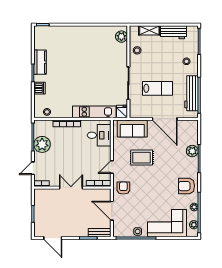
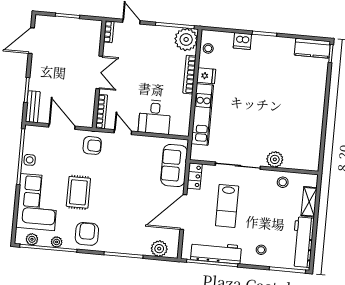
workbench: (174, 32) -> (303, 242), width x1.38
plant: (121, 37) -> (275, 159), moved
kitchen counter: (40, 62) -> (312, 48), moved
fridge: (122, 112) -> (206, 76), moved
locker: (138, 113) -> (195, 176), added
desk: (99, 135) -> (155, 117), moved
plant: (42, 144) -> (186, 39), moved
plant: (192, 151) -> (159, 249), moved
rug: (142, 158) -> (78, 192), moved
door: (112, 211) -> (62, 127), hinge flipped

